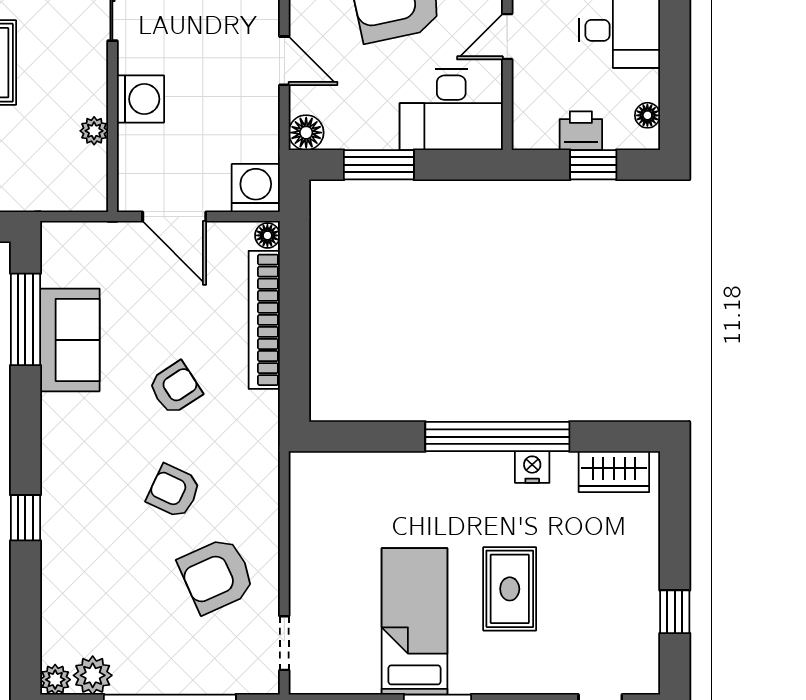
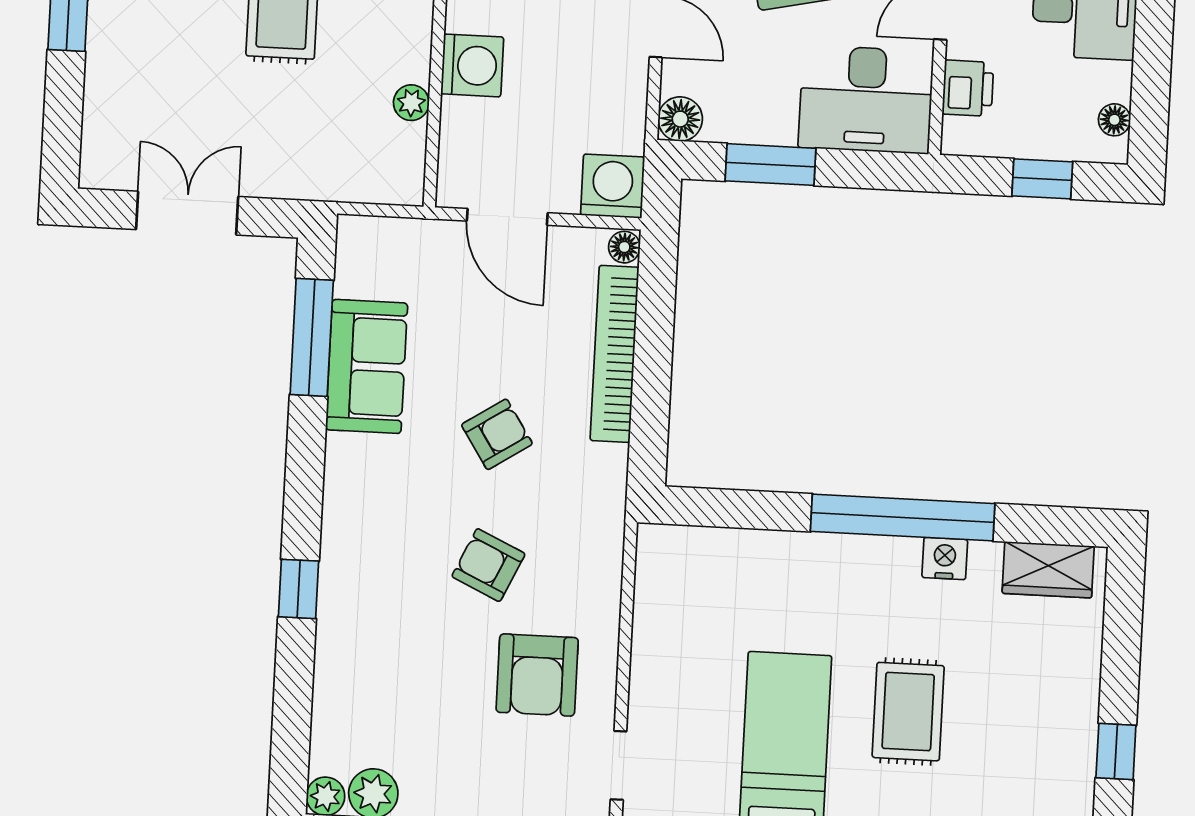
printer: (581, 131) -> (968, 88), moved, turned 90
armchair: (217, 575) -> (537, 675), turned -66

